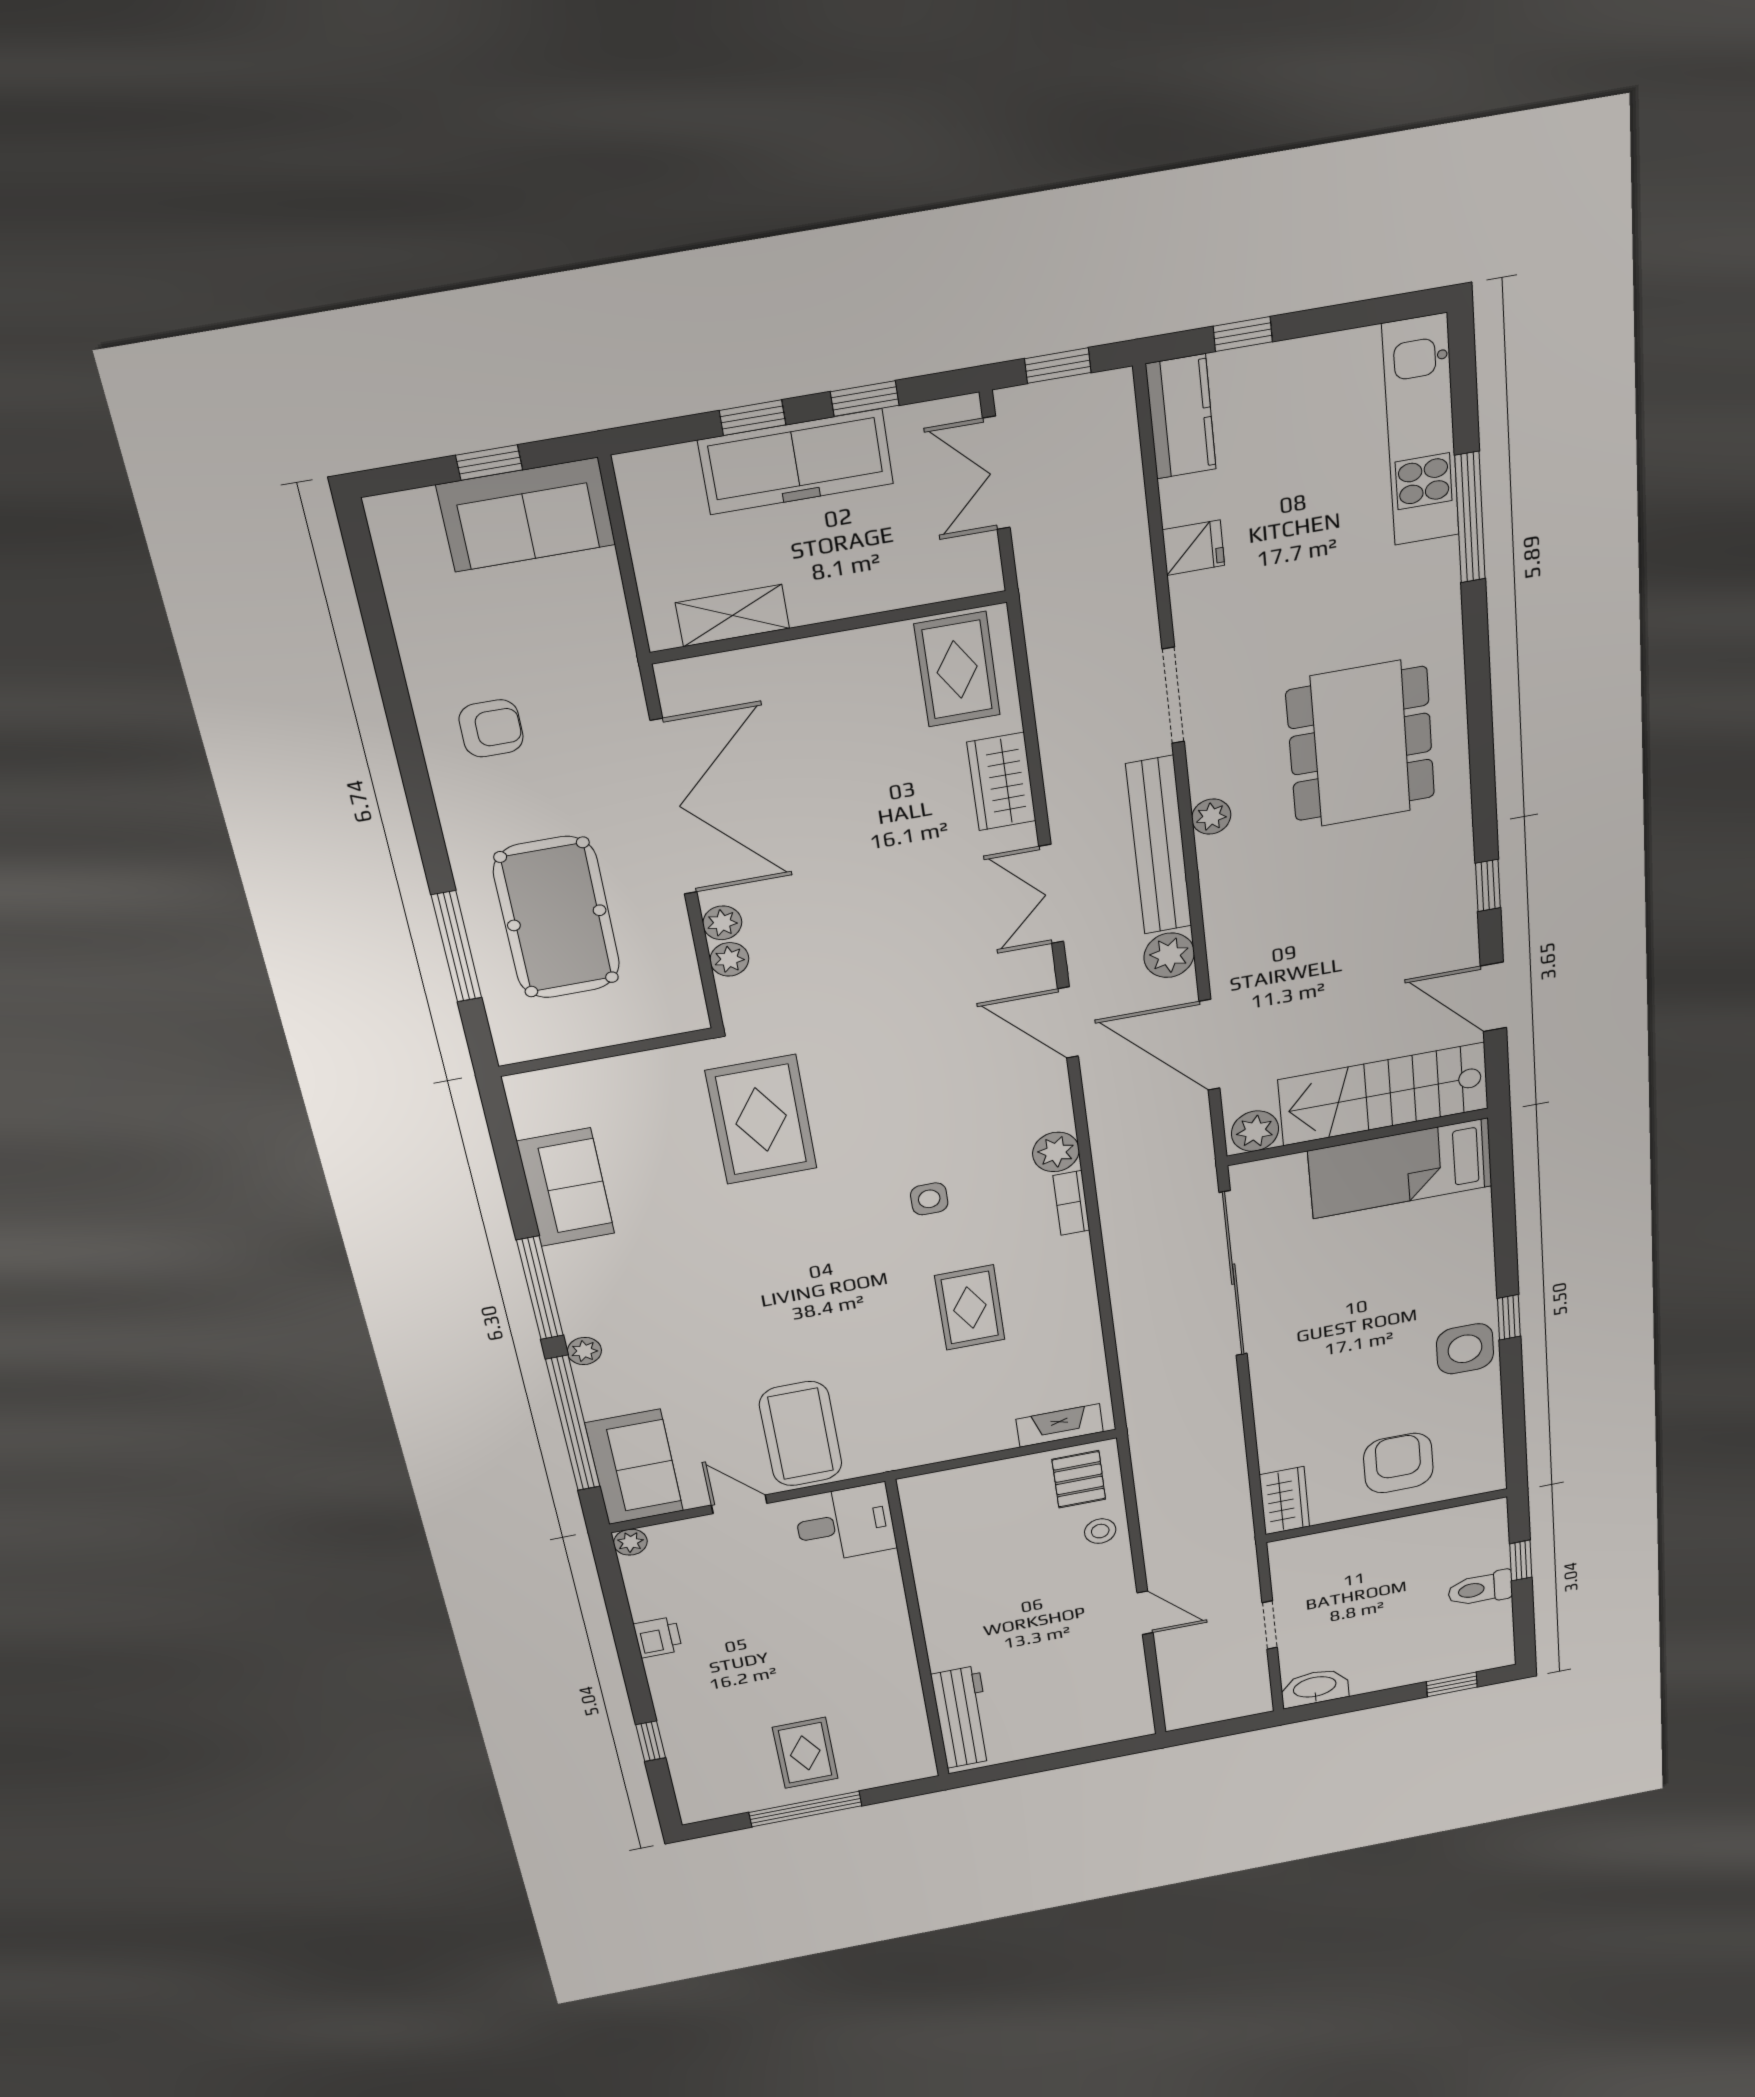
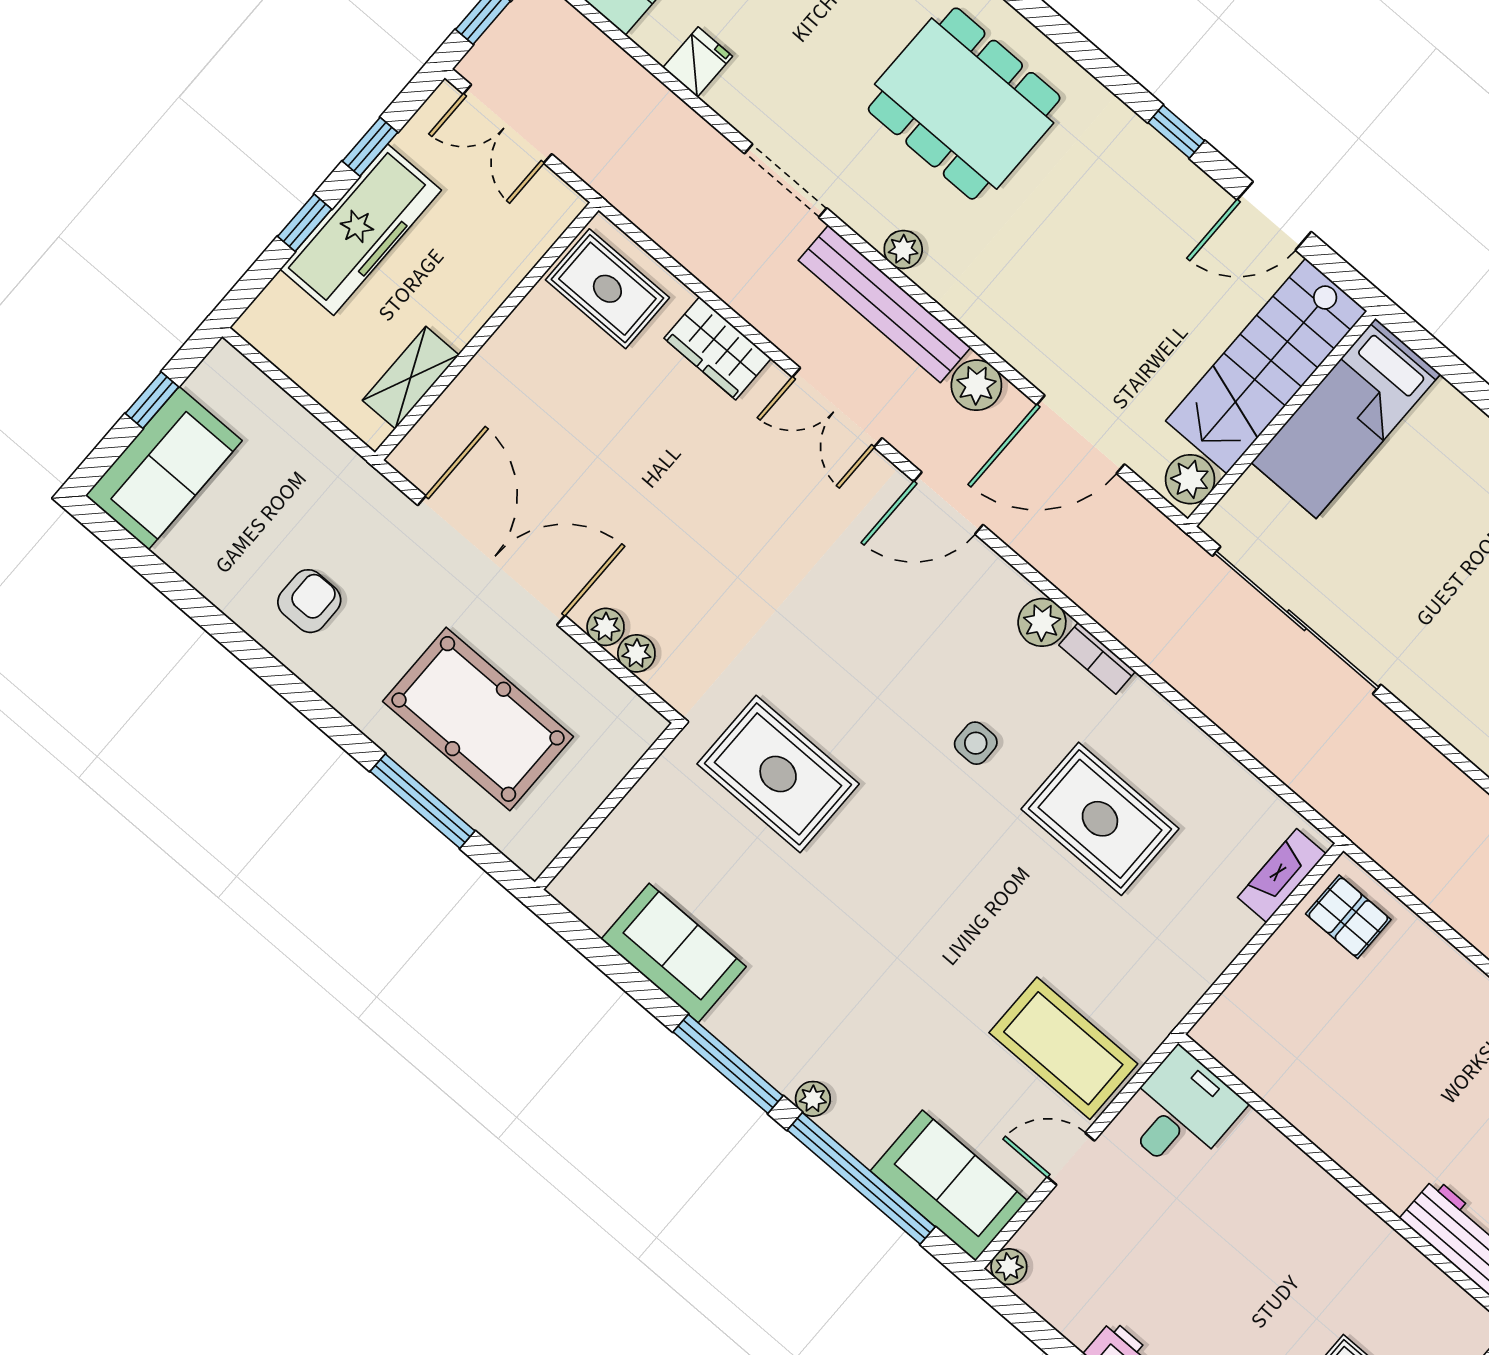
sofa: (526, 515) -> (164, 468), moved
rug: (970, 1308) -> (1100, 819), width x1.36, depth x1.43
stool: (1100, 1531) -> (1417, 955), removed

